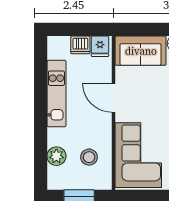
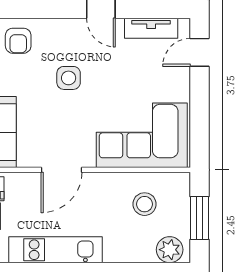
plant: (56, 156) -> (170, 250), moved

